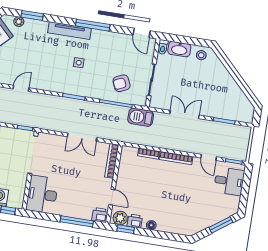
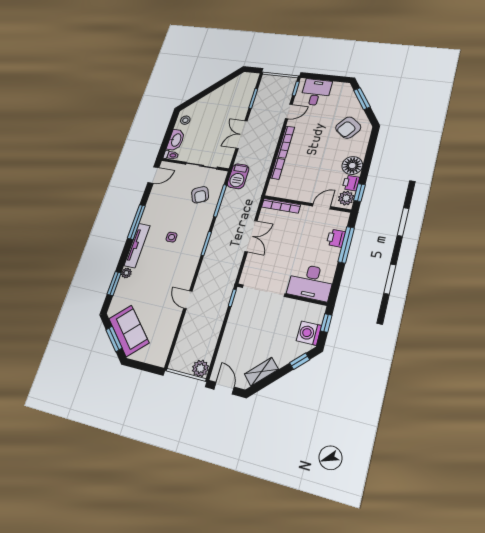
plant: (19, 22) -> (126, 273), moved
printer: (100, 215) -> (336, 238), moved
armchair: (190, 215) -> (348, 128), added
floor lamp: (151, 225) -> (352, 166), width x1.89, depth x1.89

